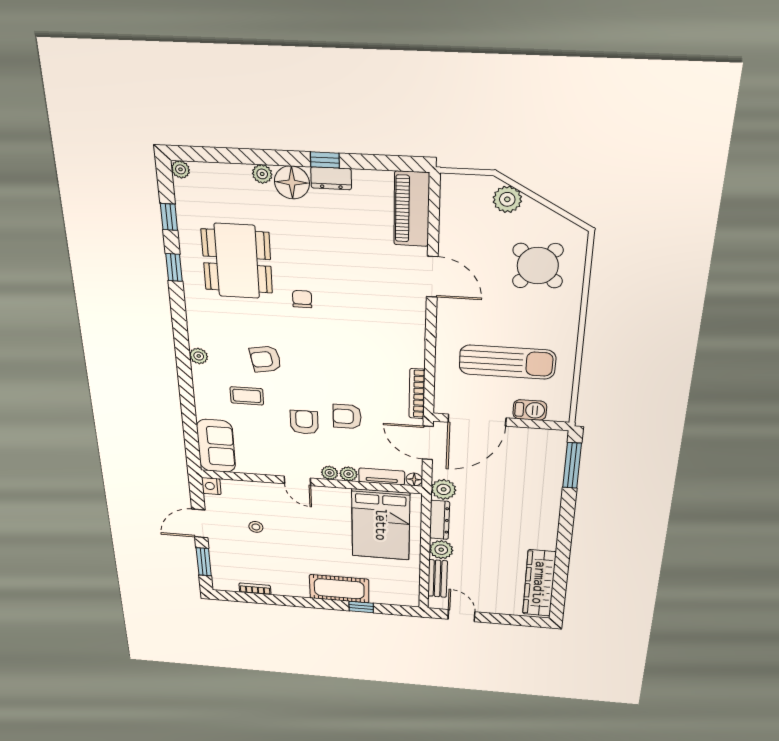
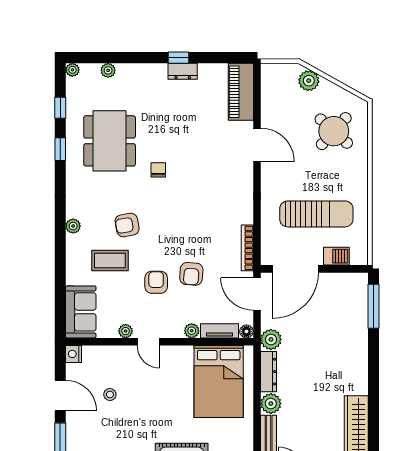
plant: (262, 174) -> (108, 70), moved
floor lamp: (292, 182) -> (154, 76), removed
coffee table: (247, 396) -> (110, 261), width x1.36, depth x1.30
armchair: (347, 417) -> (191, 274), turned -86
plant: (330, 473) -> (126, 331), moved
door: (200, 524) -> (60, 396), swing flipped

